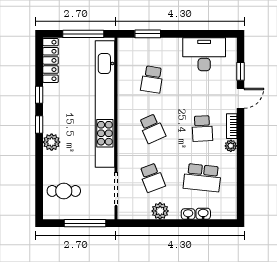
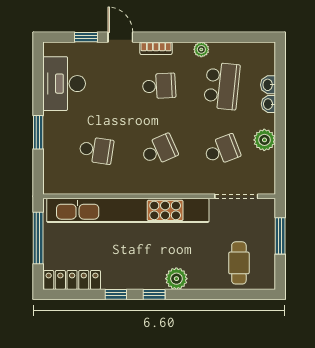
window: (148, 34) -> (38, 132), moved
plant: (231, 146) -> (201, 49), moved
window: (85, 223) -> (280, 236), width x0.69

